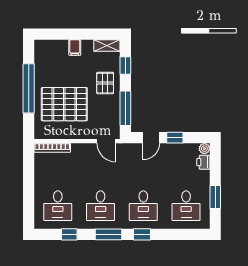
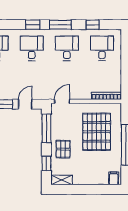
filing cabinet: (75, 47) -> (114, 178), moved
pallet: (64, 104) -> (97, 132), turned 90
door: (106, 141) -> (62, 101), hinge flipped

